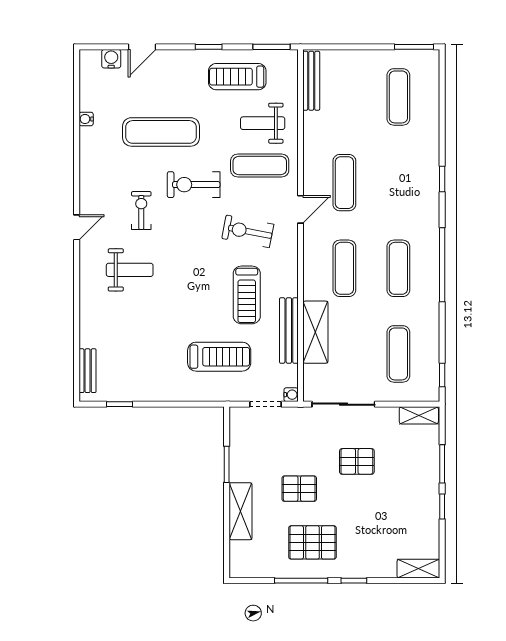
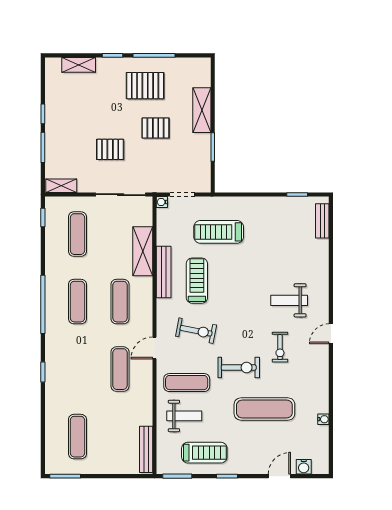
bench: (289, 330) -> (164, 272), moved
shelving: (418, 569) -> (79, 65), moved

